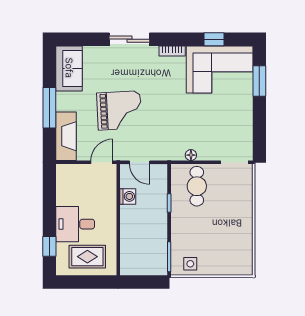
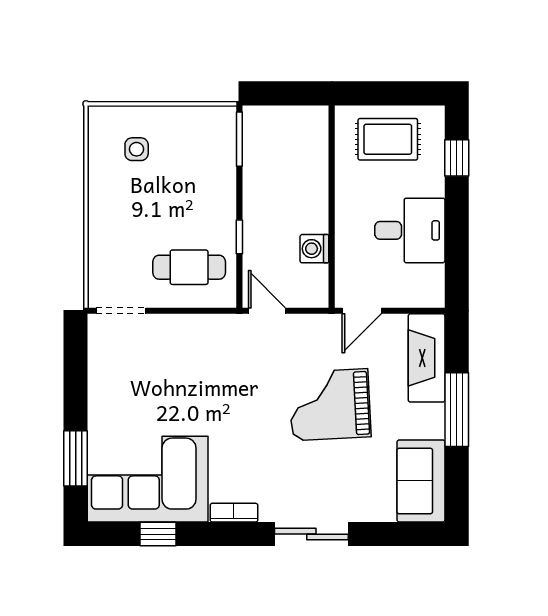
floor lamp: (191, 155) -> (200, 324), removed
door: (140, 162) -> (267, 311), moved
cafe table: (197, 186) -> (189, 267), turned 90
desk: (75, 224) -> (410, 230), moved
side table: (190, 264) -> (137, 149), moved

